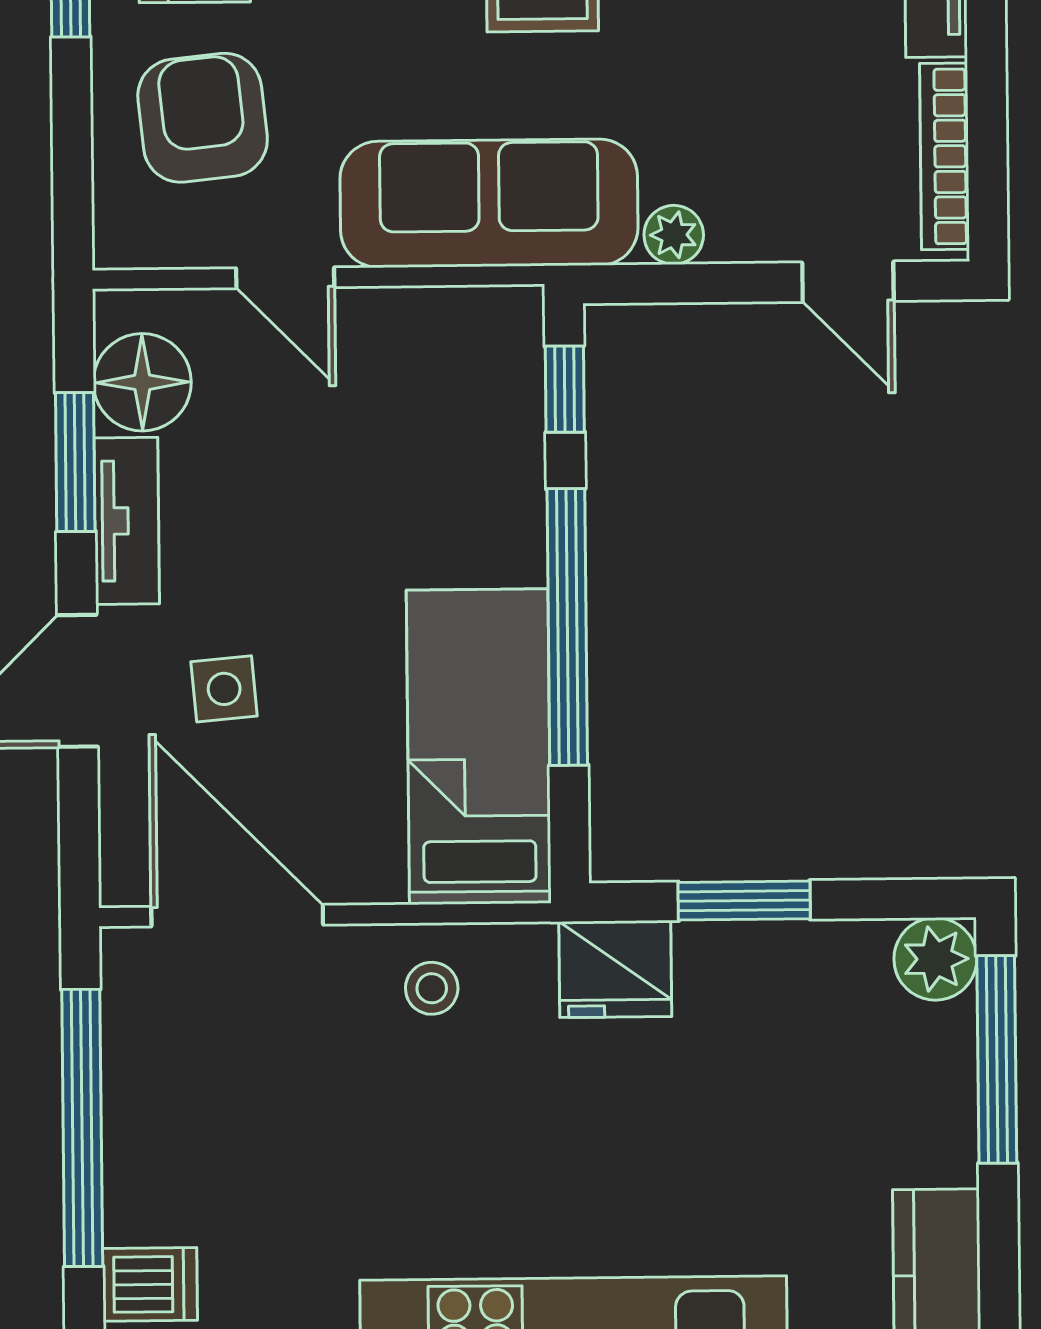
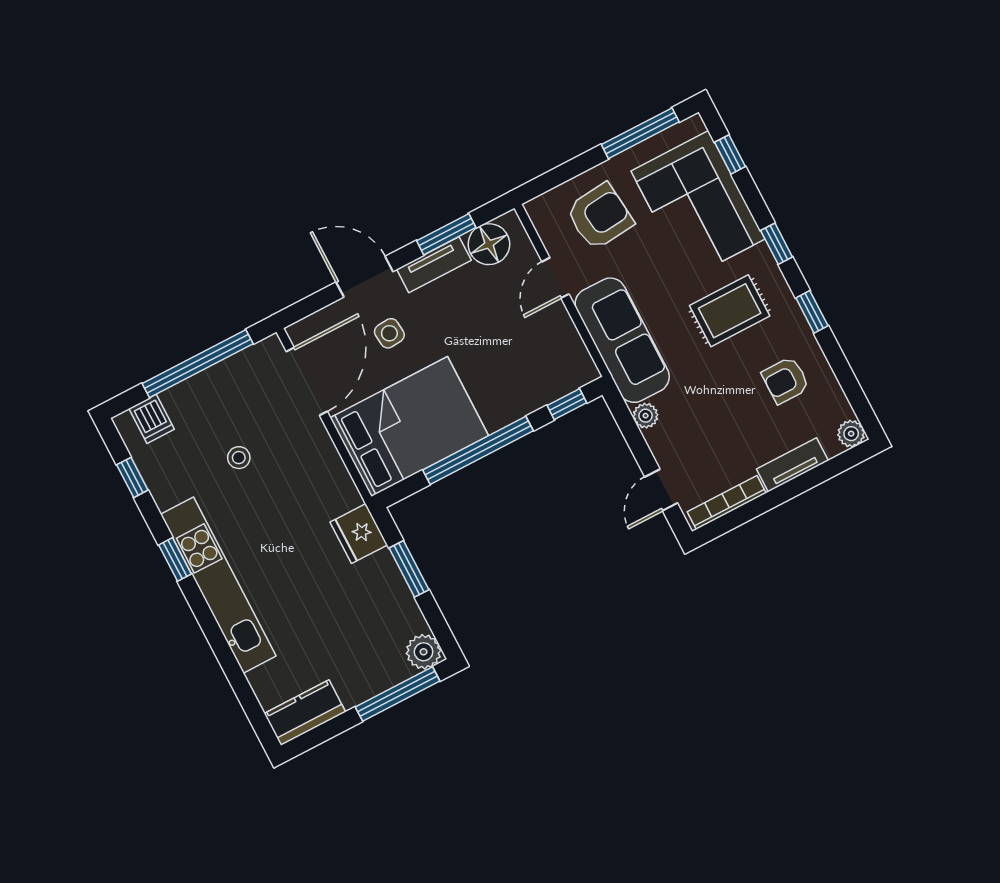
bed: (479, 747) -> (409, 427), width x1.50
stool: (432, 988) -> (239, 458), moved

